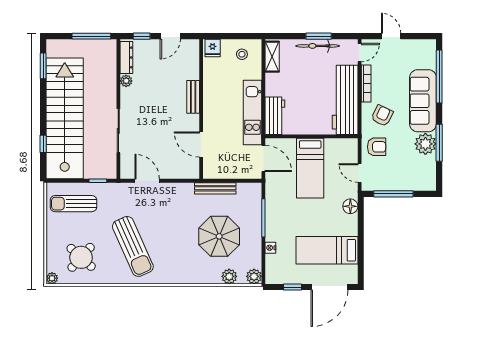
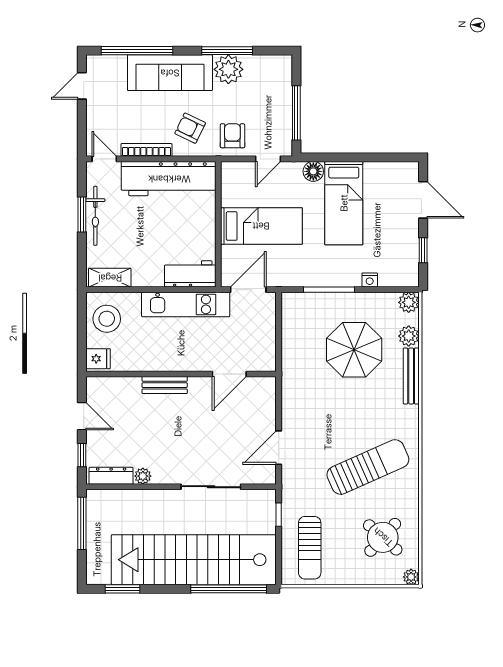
door: (391, 36) -> (82, 86), moved
stool: (242, 54) -> (107, 319), width x1.89, depth x1.89
window: (43, 144) -> (229, 589), width x3.17
bench: (215, 188) -> (411, 376), moved
bed: (327, 250) -> (344, 203), moved
door: (329, 287) -> (423, 200), width x0.73

